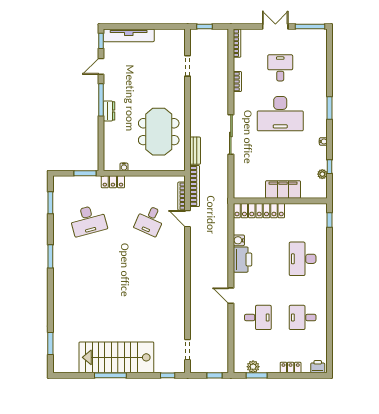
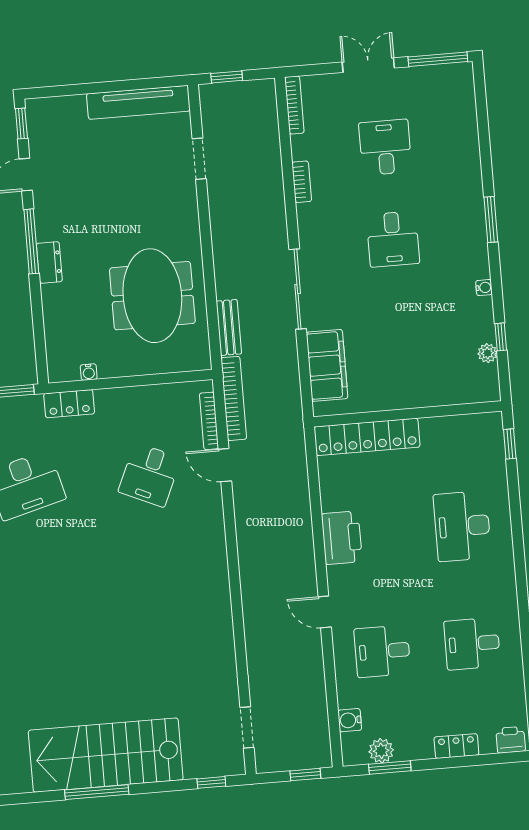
tv unit: (129, 35) -> (138, 102), moved
desk: (280, 114) -> (393, 239), width x0.53, depth x0.77
filing cabinet: (283, 190) -> (327, 365), moved, turned 90
water cooler: (239, 240) -> (350, 720), moved
desk: (258, 317) -> (382, 651), turned 180

